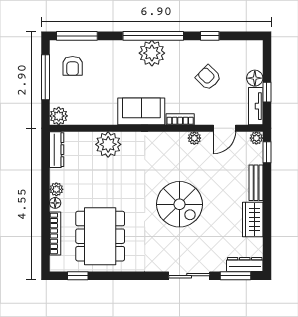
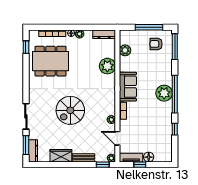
armchair: (208, 78) -> (149, 128), removed
plant: (59, 116) -> (125, 50), moved

